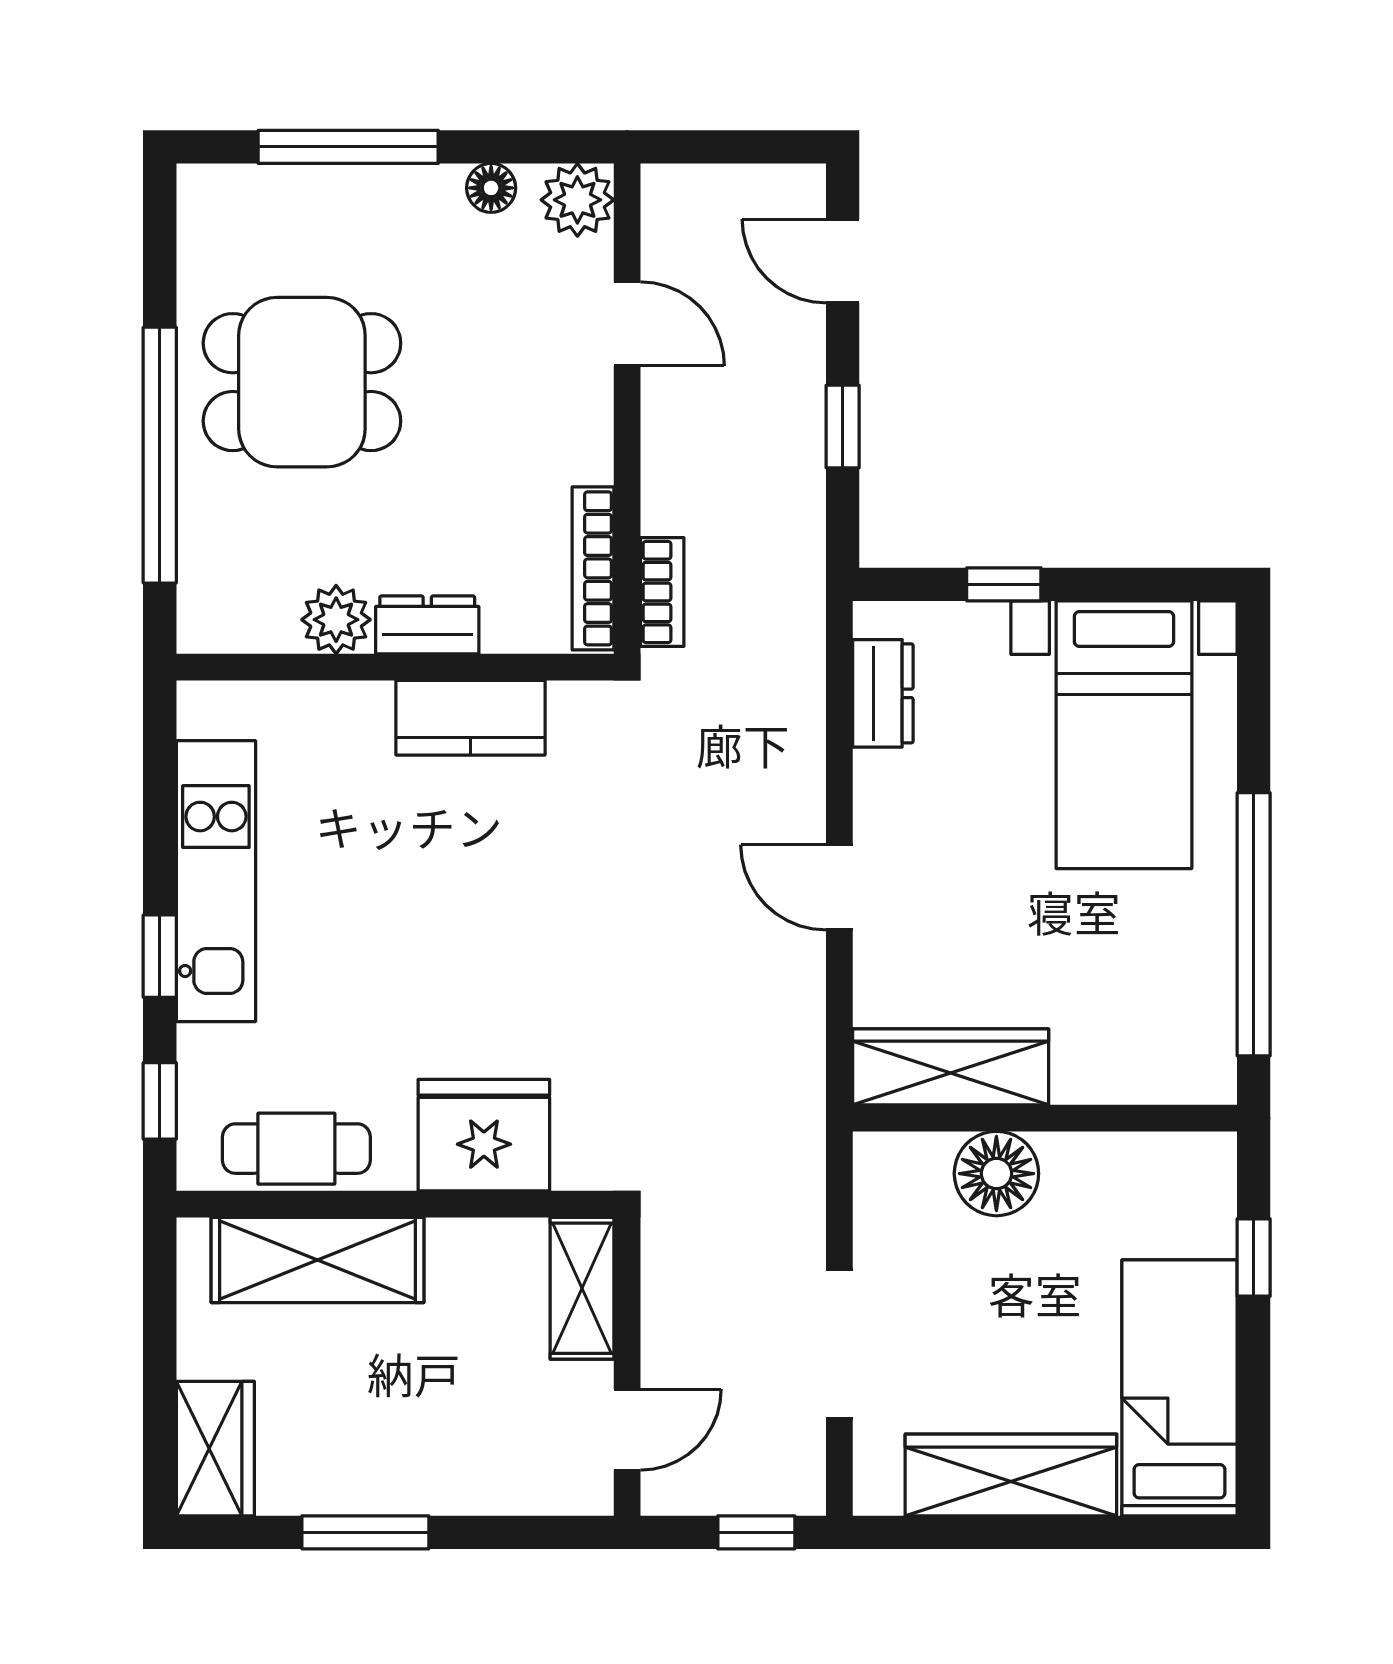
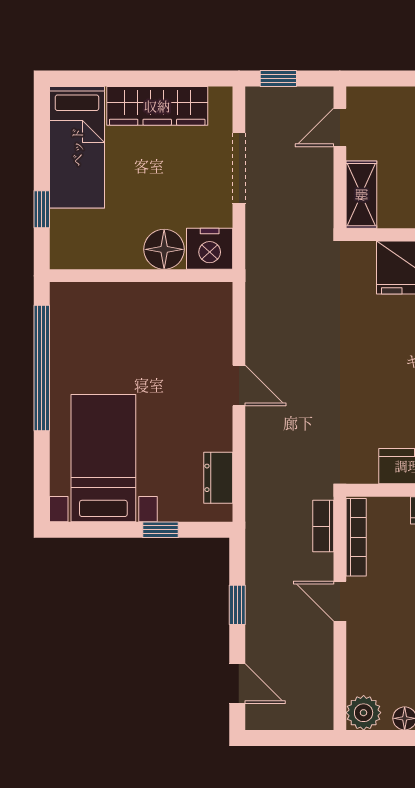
door: (627, 324) -> (340, 601), moved
wardrobe: (951, 1067) -> (186, 300), removed
nightstand: (901, 1175) -> (210, 249), added

